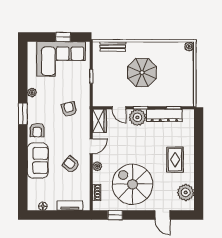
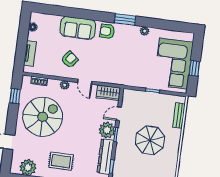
armchair: (69, 109) -> (124, 65), removed

